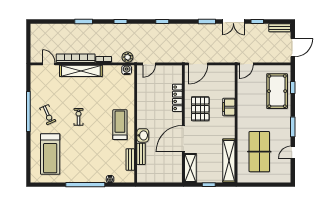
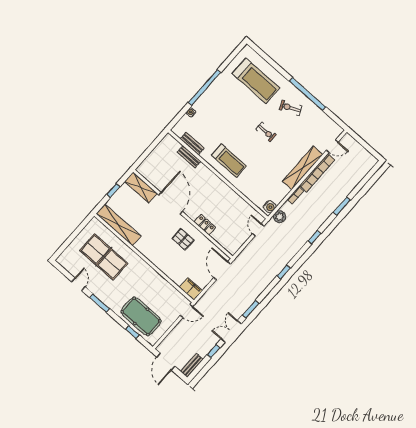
door: (246, 64) -> (186, 311), swing flipped
locker: (177, 98) -> (205, 225), width x0.66
filing cabinet: (229, 107) -> (191, 289), moved
pallet: (200, 109) -> (183, 239), width x0.67, depth x0.71
washbasin: (143, 135) -> (203, 172), removed
treadmill: (50, 154) -> (256, 81), turned 180

